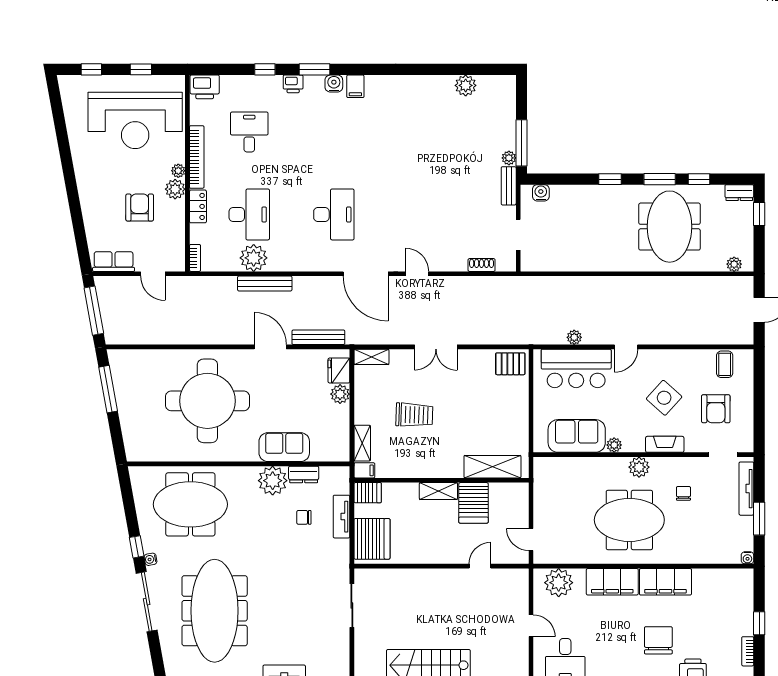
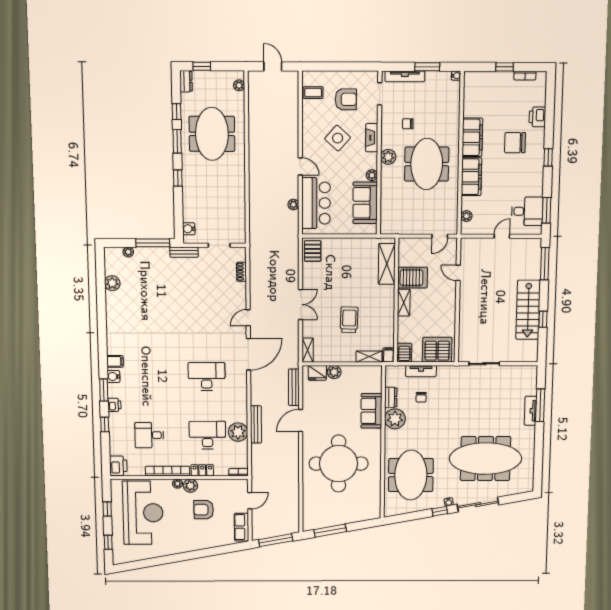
plant: (509, 158) -> (128, 252), moved
meeting table: (670, 227) -> (212, 134), turned 90
plant: (559, 583) -> (466, 216), width x0.53, depth x0.53

